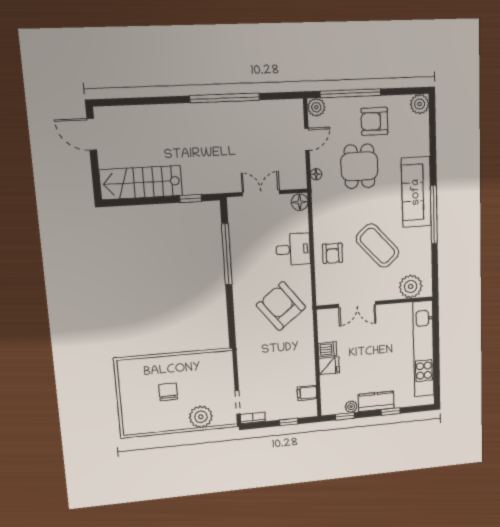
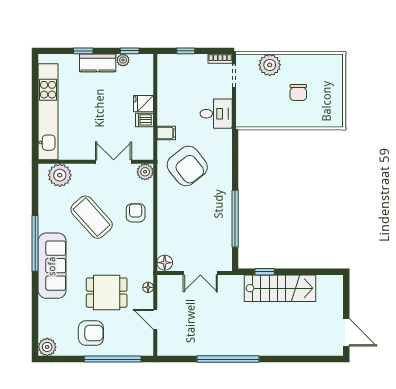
plant: (316, 107) -> (145, 172), moved
door: (307, 139) -> (155, 319), hinge flipped
dining table: (359, 166) -> (107, 293), turned 90
stairs: (141, 183) -> (280, 288), moved
desk: (293, 249) -> (216, 114), moved, turned 180
filing cabinet: (307, 393) -> (166, 133), moved

